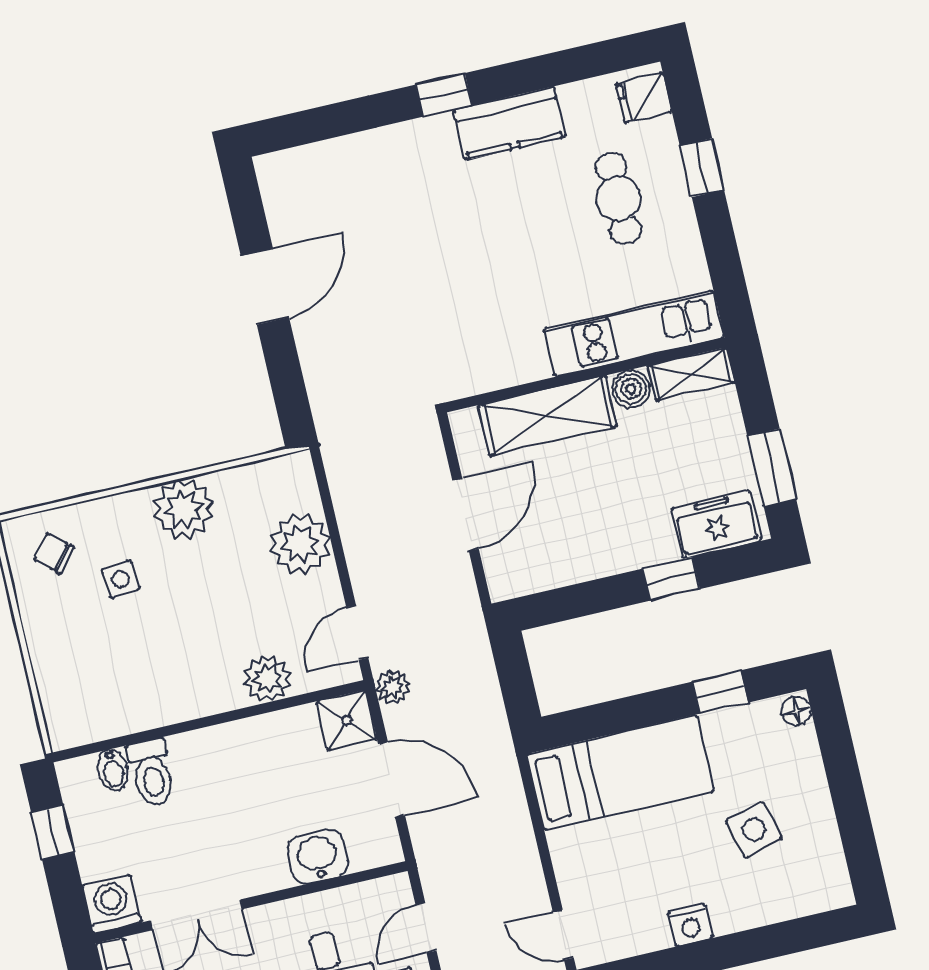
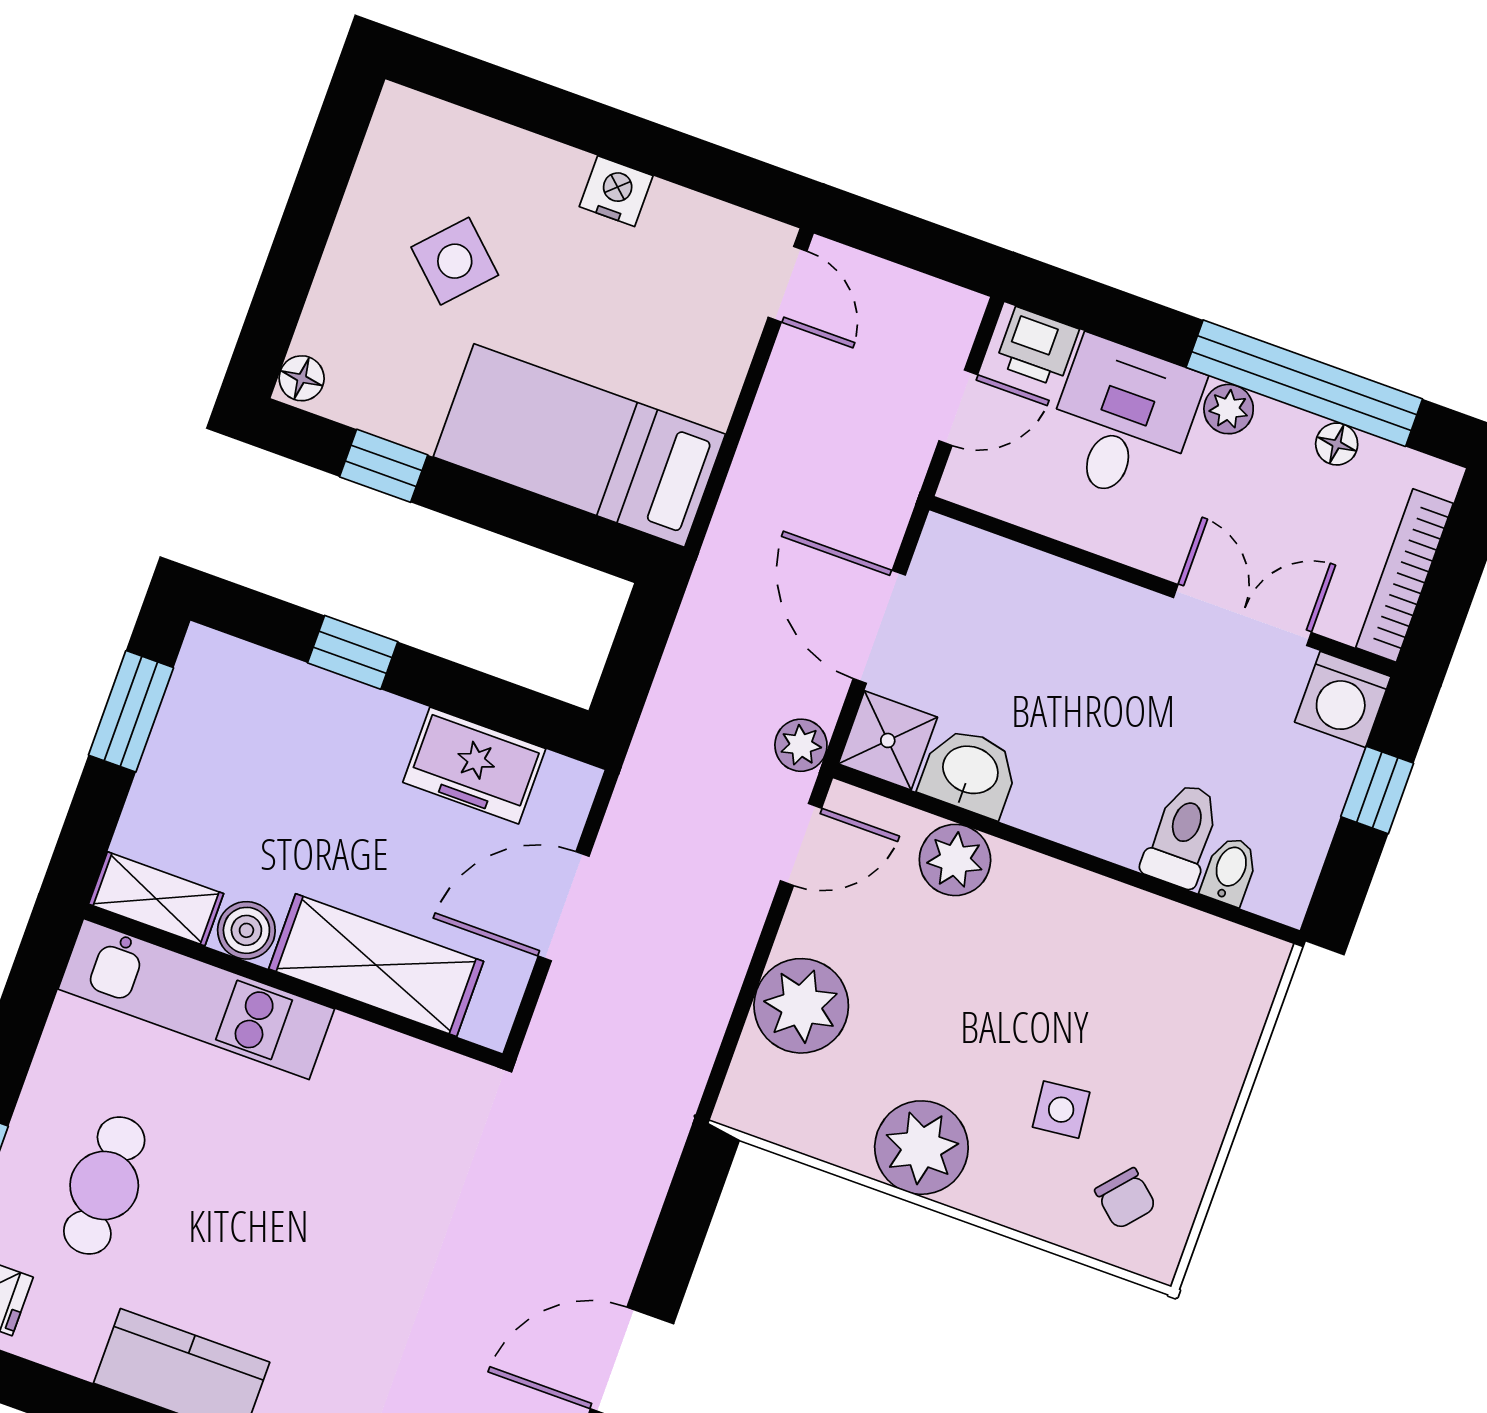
freezer: (716, 524) -> (474, 766), moved
side table: (754, 829) -> (455, 261), turned -32
window: (53, 832) -> (1377, 790), moved
washbasin: (318, 857) -> (970, 772), moved, turned 180

